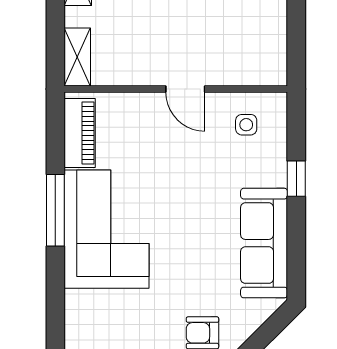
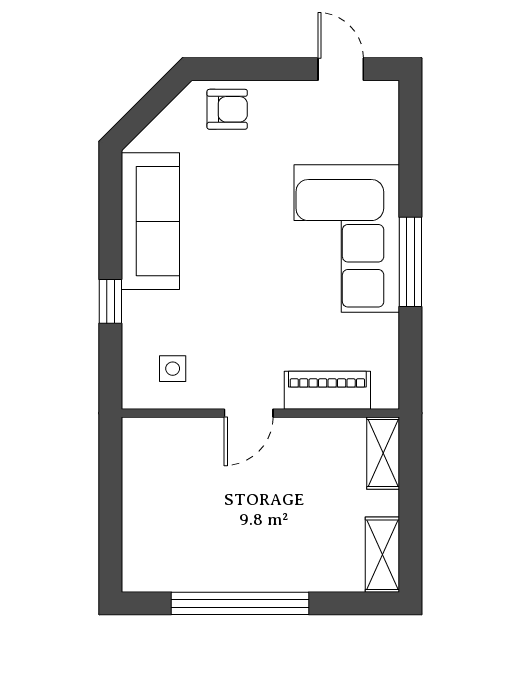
door: (185, 89) -> (249, 413), swing flipped
piano: (80, 133) -> (327, 390), moved, turned 90

